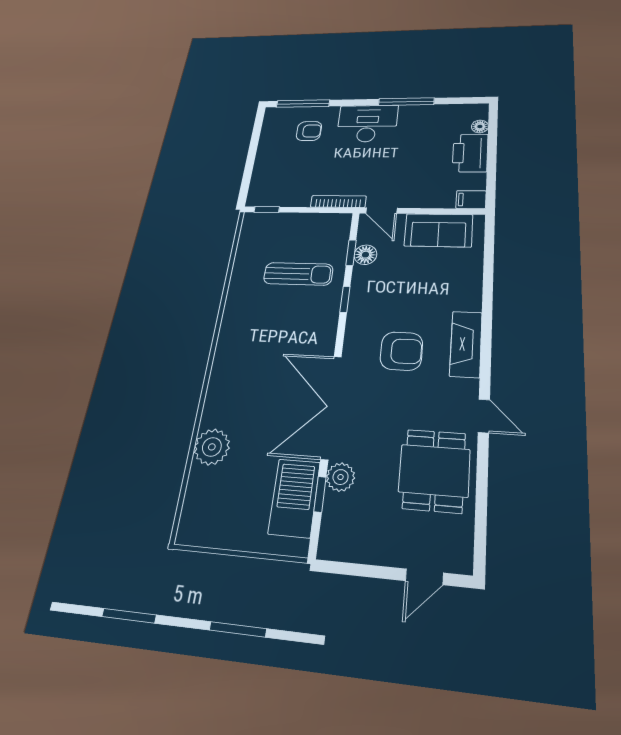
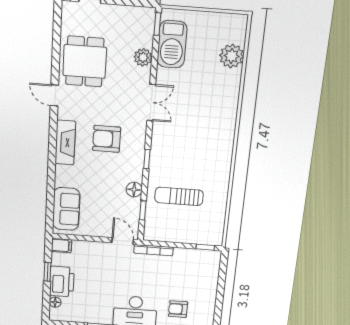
window: (492, 164) -> (47, 272), added
sofa: (438, 230) -> (66, 209), moved, turned 90
floor lamp: (365, 255) -> (134, 190), moved
window: (345, 299) -> (147, 159), moved
double door: (331, 407) -> (151, 103), width x0.54
plant: (212, 447) -> (232, 56), moved
window: (320, 494) -> (157, 24), moved

